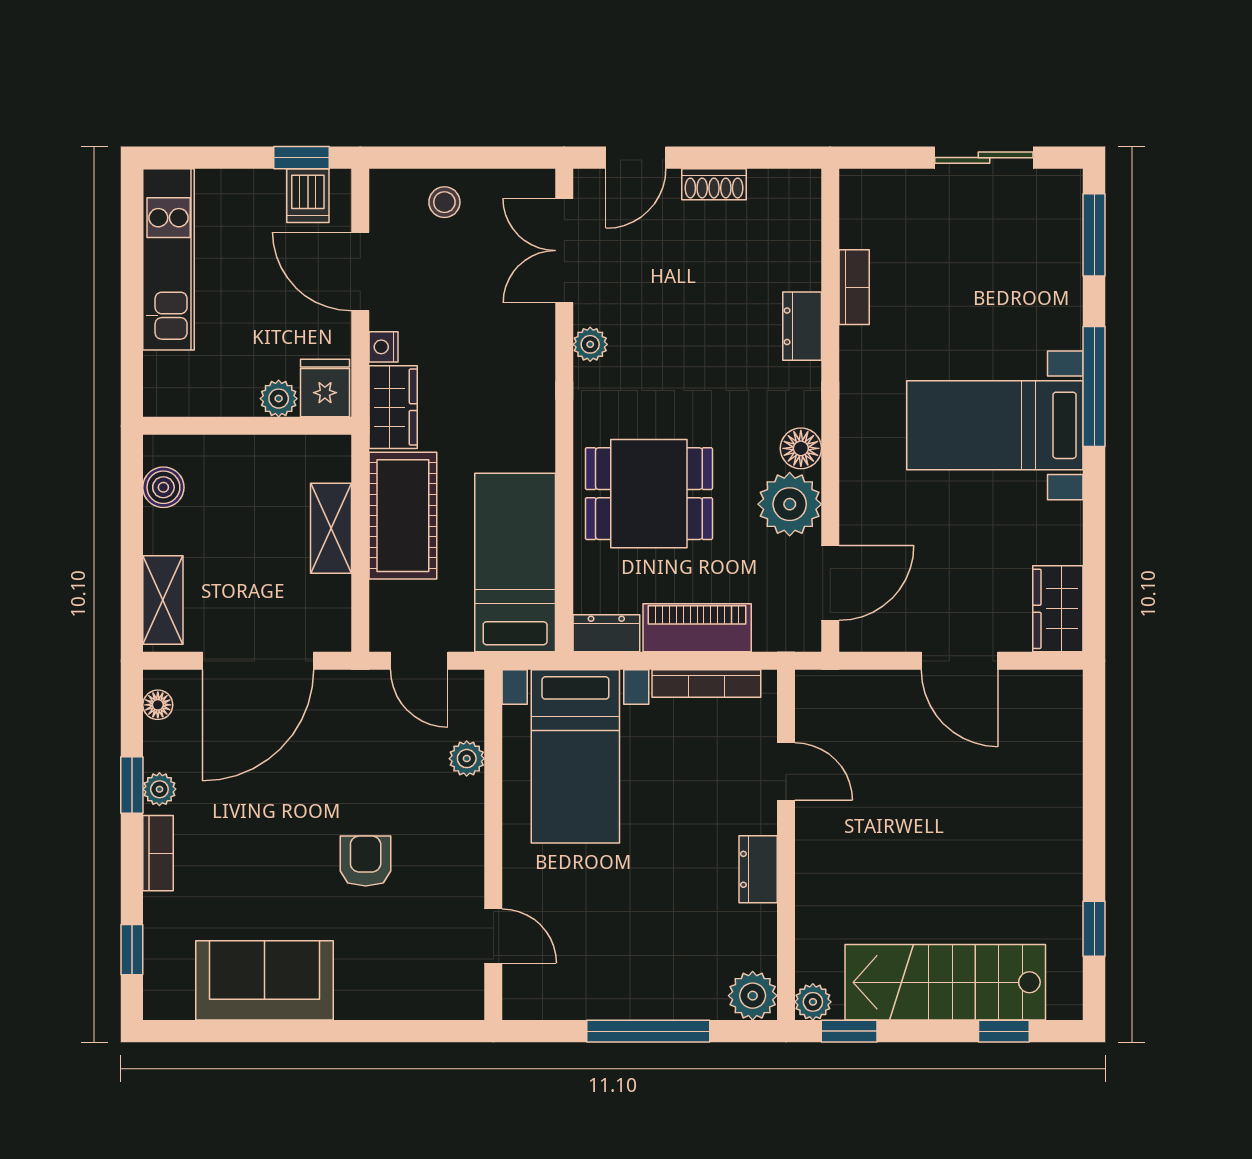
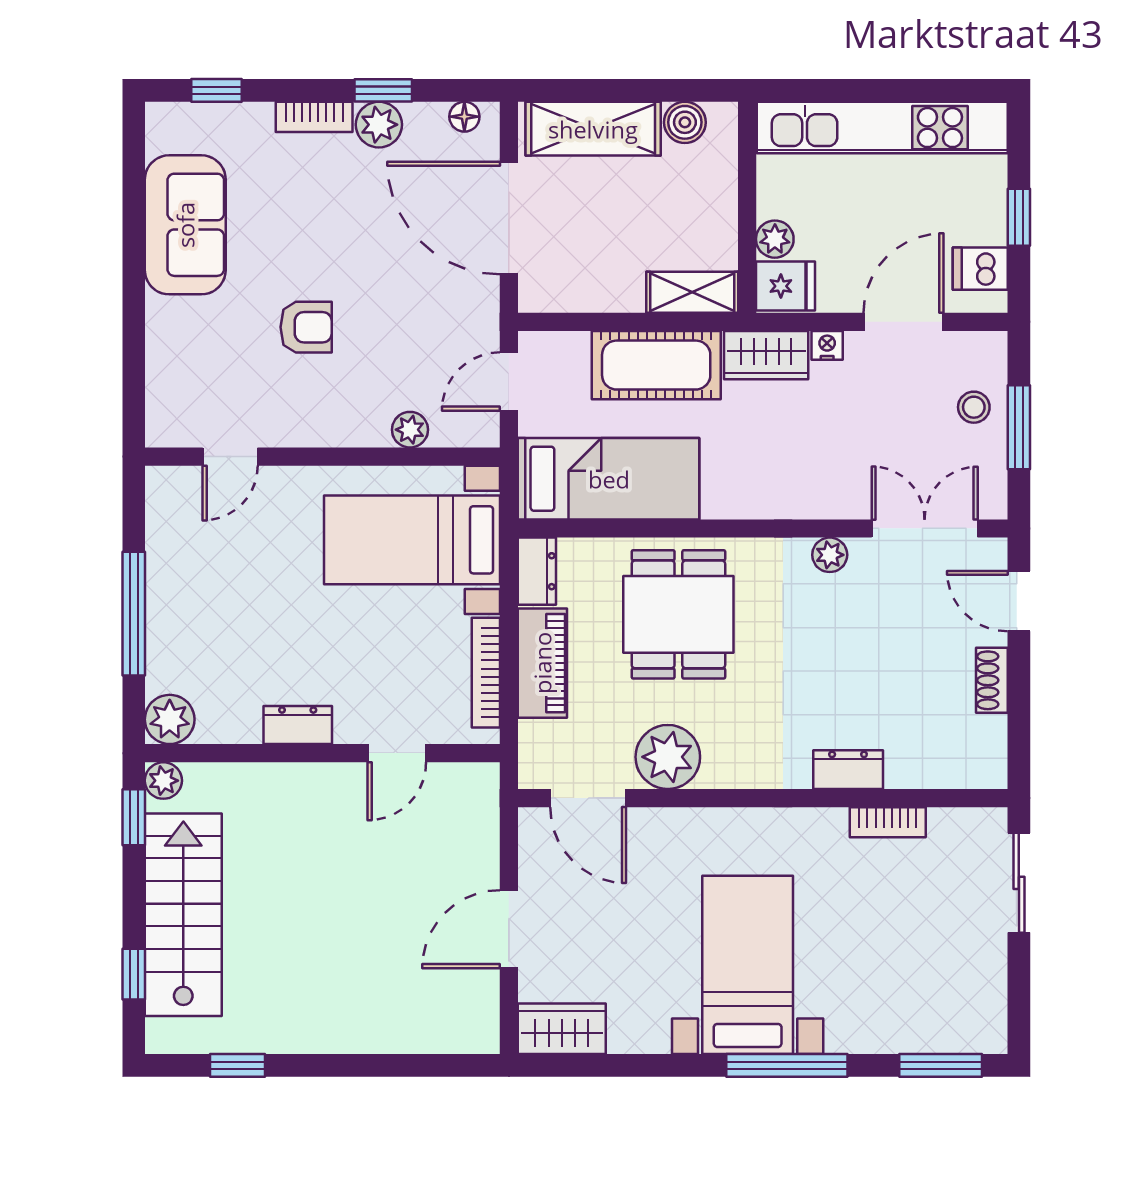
window: (302, 158) -> (1019, 217), moved
window: (464, 158) -> (1019, 427), added
sliding door: (984, 158) -> (1019, 883), moved
kitchen unit: (169, 259) -> (882, 128), width x1.36
floor lamp: (801, 448) -> (724, 768), removed
shelving: (331, 528) -> (692, 292), moved
shelving: (163, 600) -> (593, 129), width x1.50, depth x1.33
plant: (159, 789) -> (379, 125), width x1.38, depth x1.38

